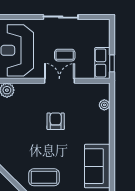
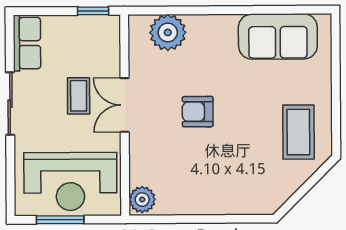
row of seats: (102, 63) -> (27, 43), moved, turned -90
plant: (104, 105) -> (168, 32), width x1.87, depth x1.87

